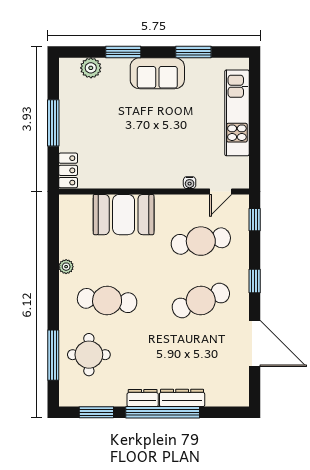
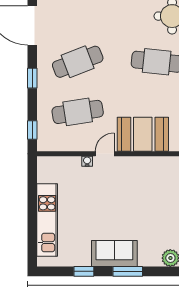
window: (123, 52) -> (128, 271), moved
window: (193, 52) -> (84, 271), width x0.67
door: (221, 192) -> (105, 154), moved

